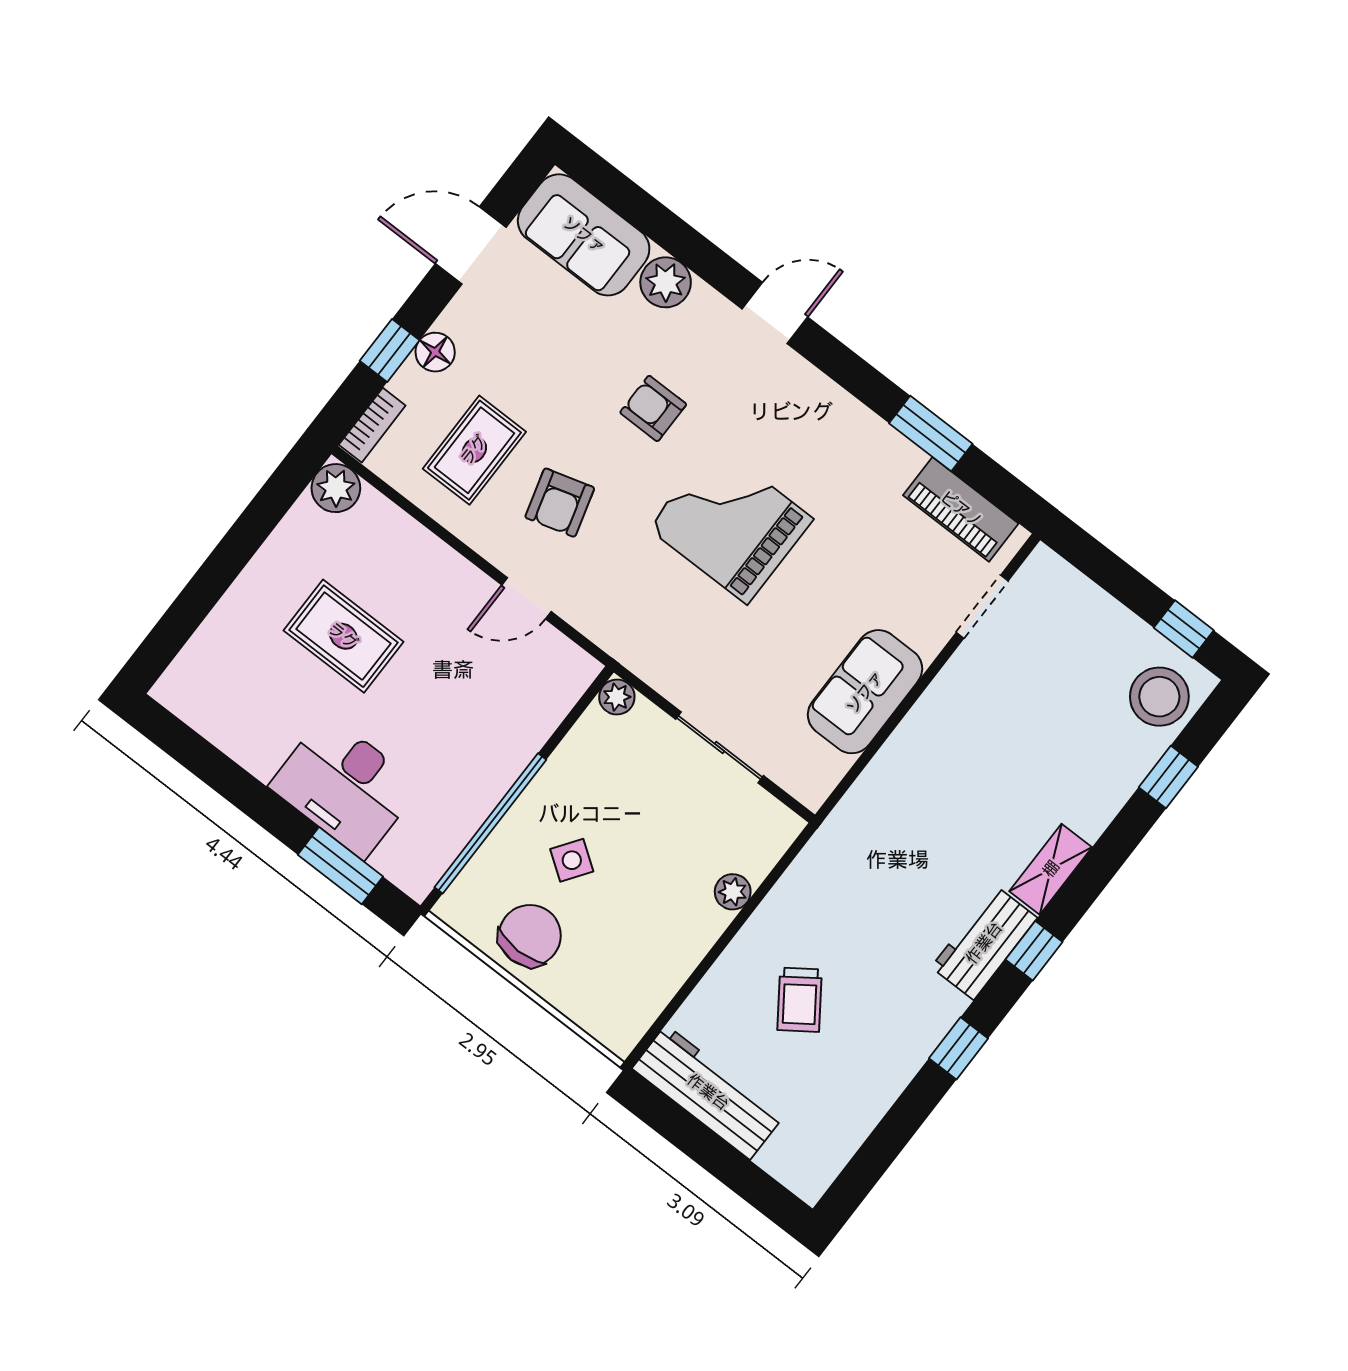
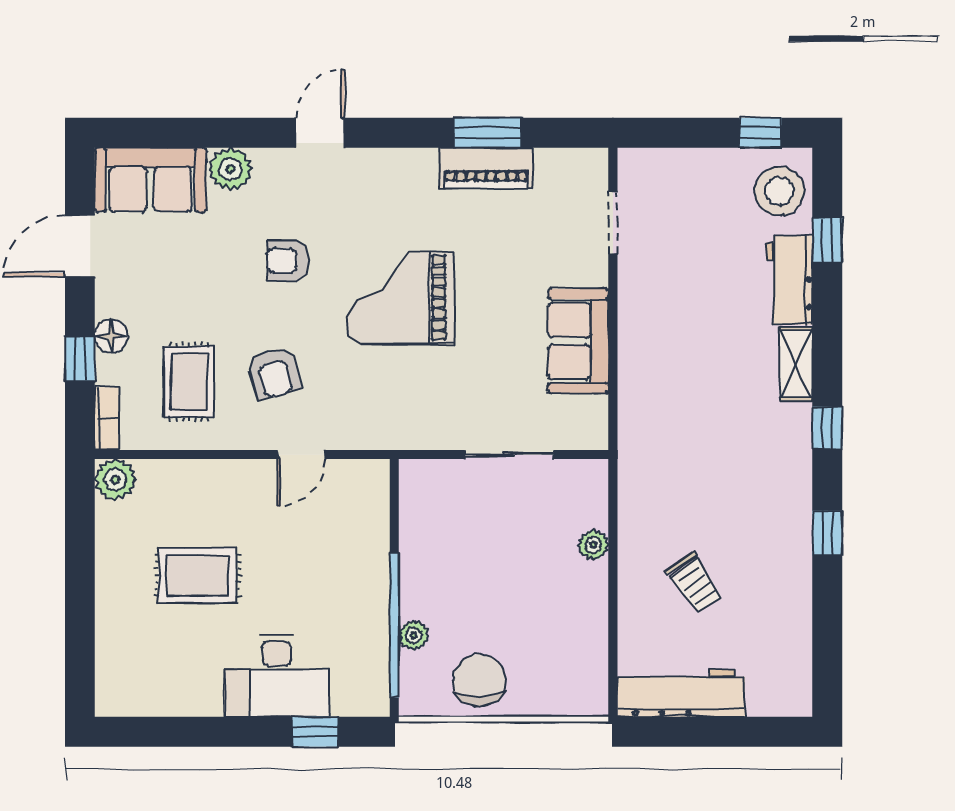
piano: (961, 509) -> (486, 168), moved
plant: (617, 697) -> (414, 635), moved
side table: (572, 860) -> (468, 608), removed
window: (340, 866) -> (315, 732), width x0.67
workbench: (984, 943) -> (789, 280), moved

